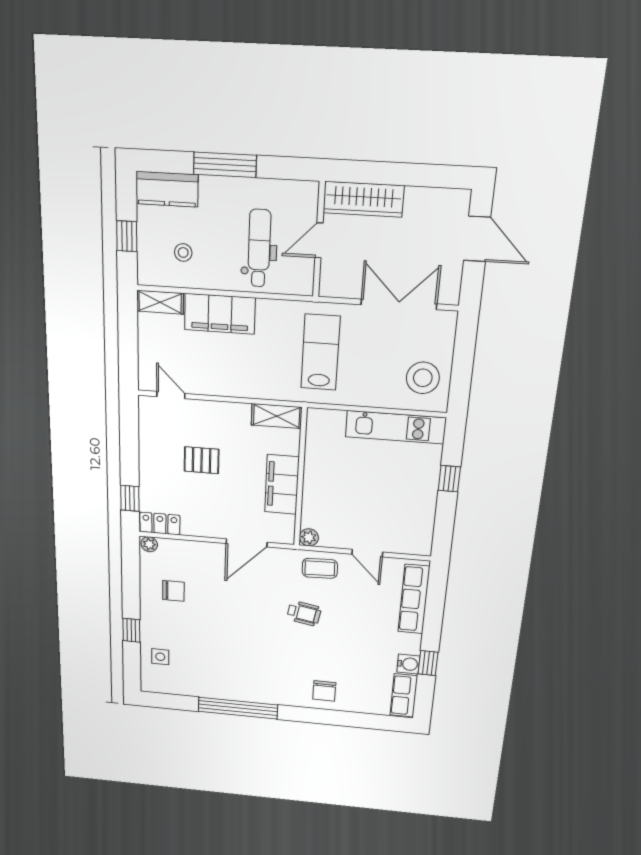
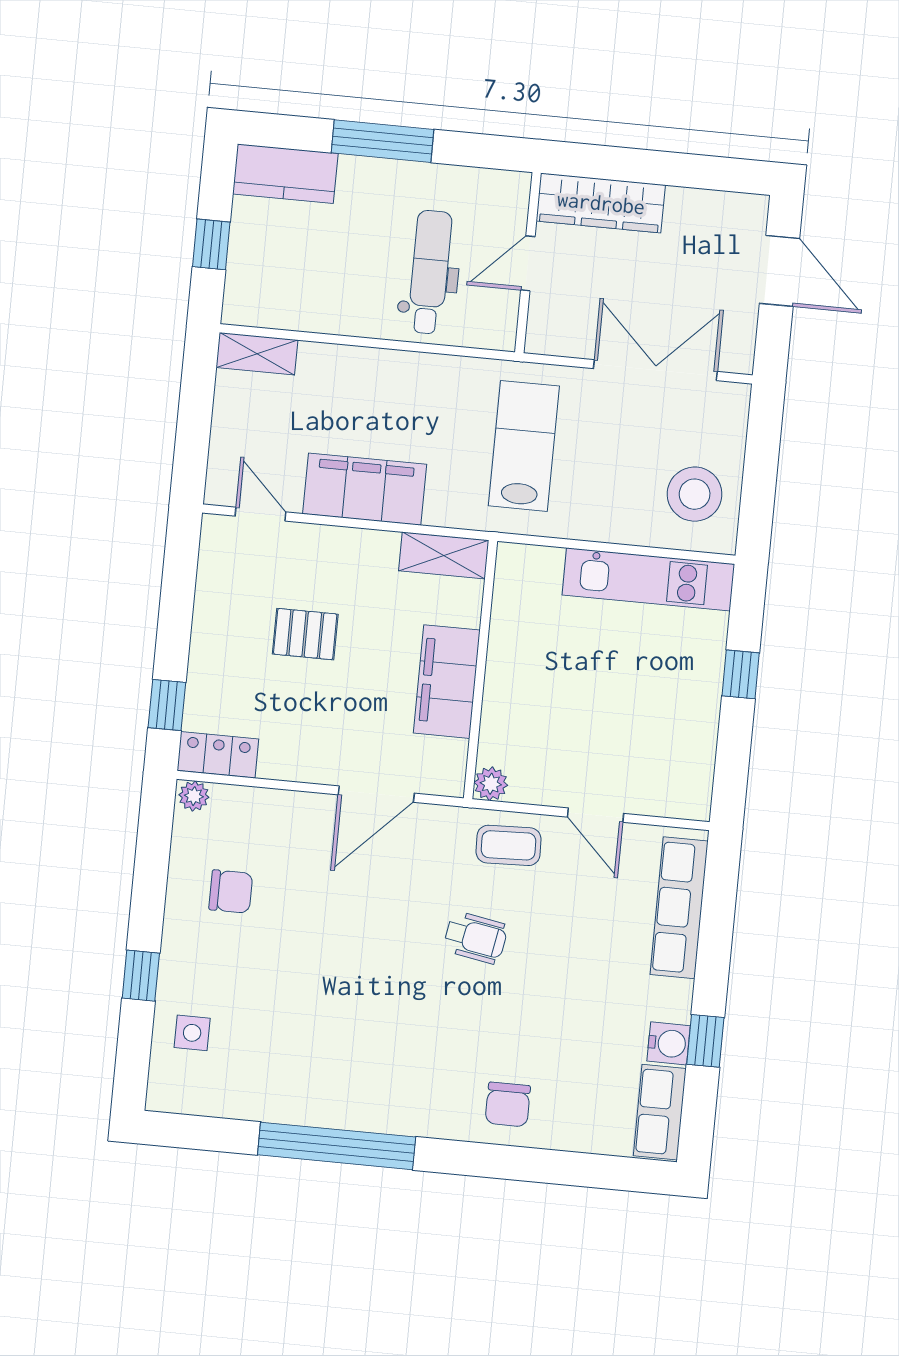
stool: (183, 252) -> (303, 274), removed
filing cabinet: (220, 314) -> (365, 489), moved, turned 180

